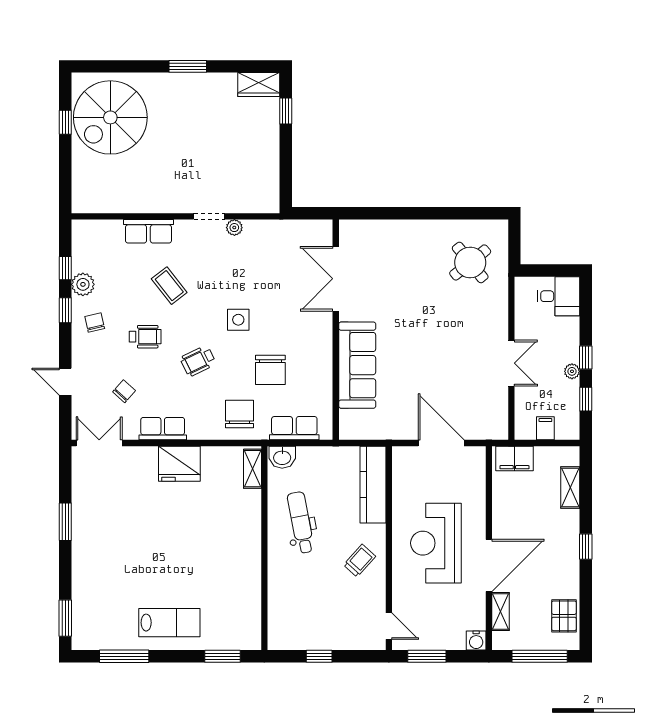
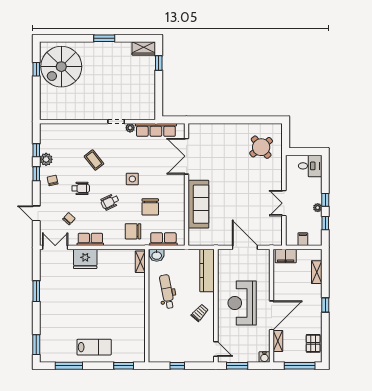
row of seats: (148, 231) -> (156, 130), moved, width x1.48
double door: (511, 363) -> (284, 203), swing flipped
chair: (239, 414) -> (133, 231), turned -90
fridge: (179, 464) -> (85, 259), moved

